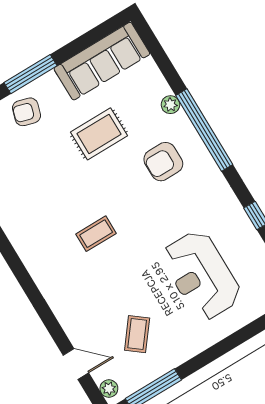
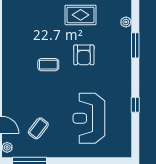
window: (204, 130) -> (135, 45), width x0.47
armchair: (163, 162) -> (84, 55), moved, turned -90

